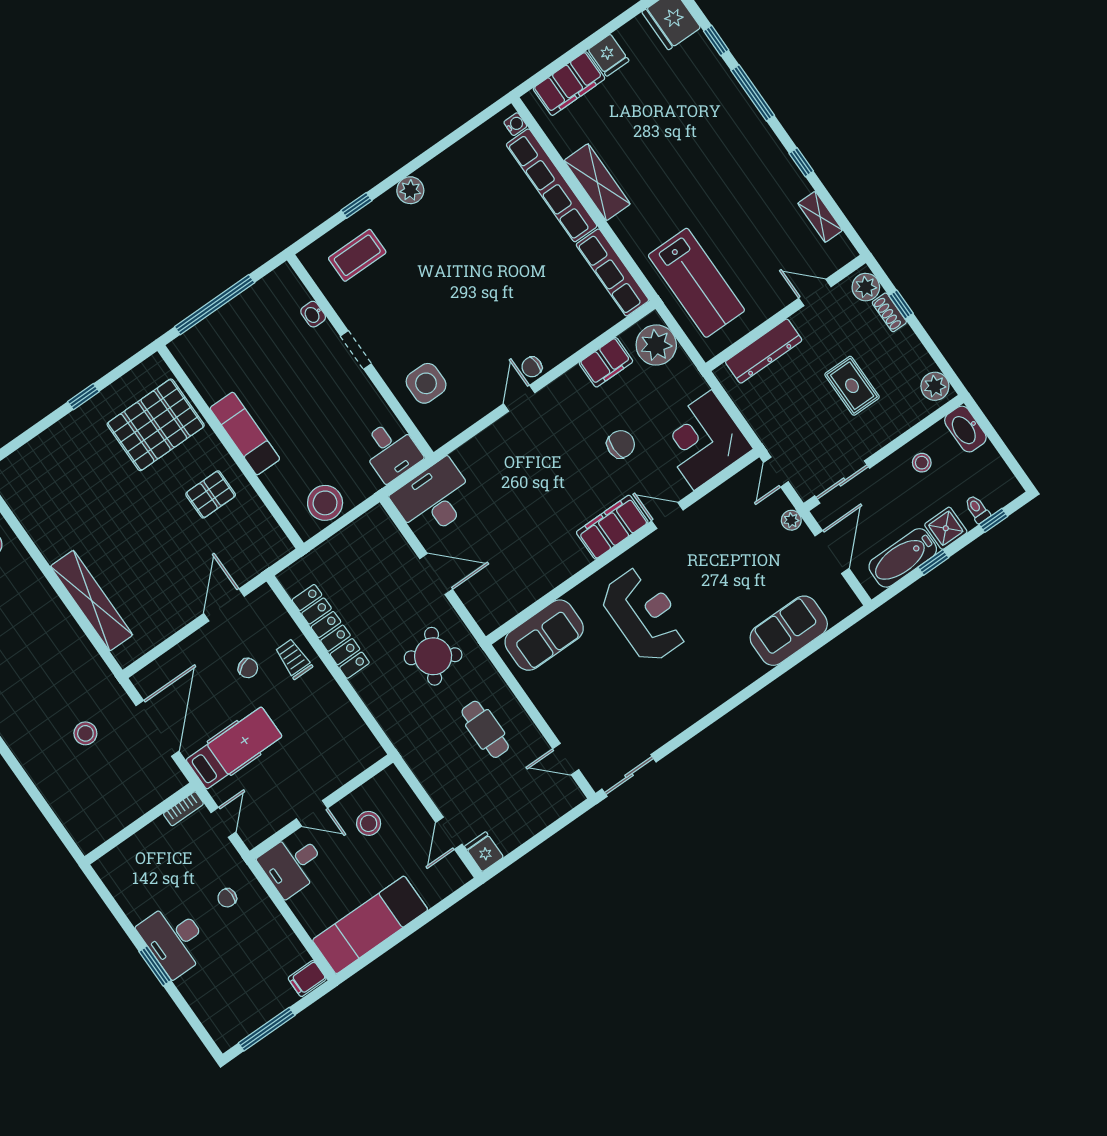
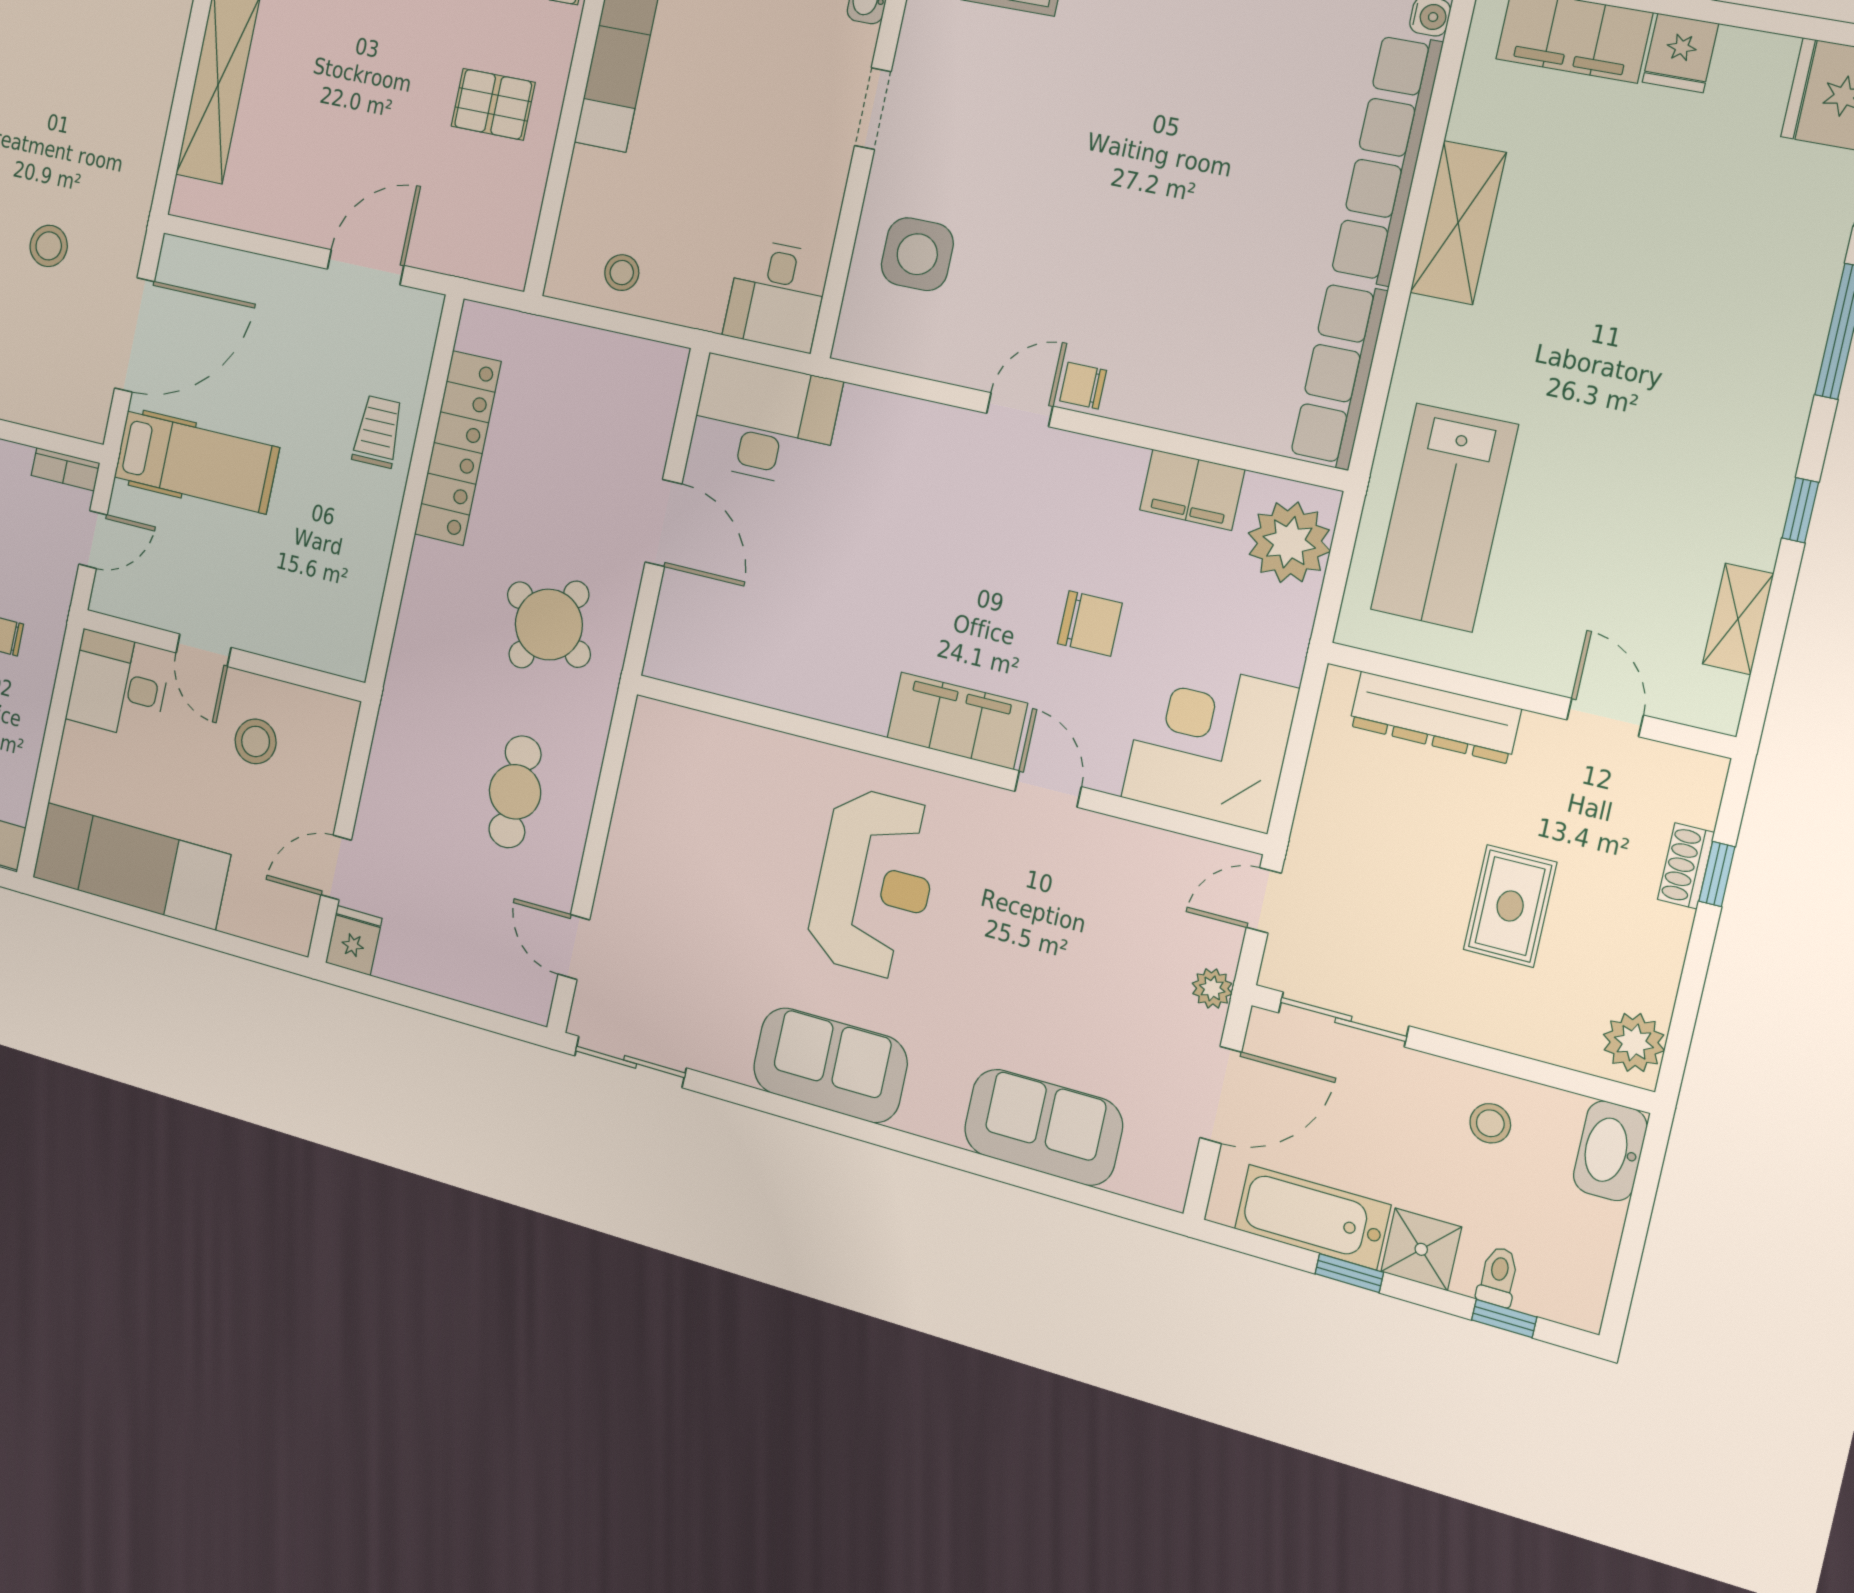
plant: (866, 287) -> (1692, 792), removed
stool: (325, 503) -> (622, 273), width x0.53, depth x0.53
sofa: (544, 635) -> (830, 1065), moved, turned 180
chair: (248, 668) -> (313, 381), removed

